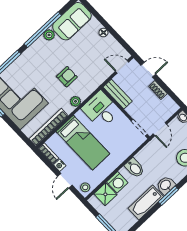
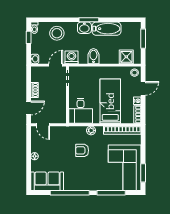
plant: (49, 35) -> (69, 186), removed
door: (148, 70) -> (29, 108), swing flipped
bench: (118, 94) -> (61, 111), removed
washing machine: (117, 182) -> (71, 57), moved

